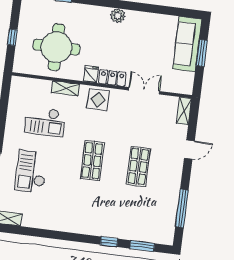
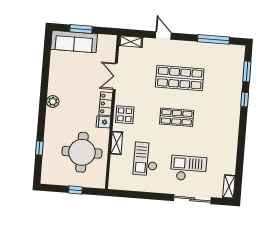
checkout: (45, 122) -> (146, 159), turned 180
shop shelf: (138, 166) -> (180, 78), width x1.43, depth x1.36
checkout: (31, 172) -> (188, 169), turned 180

